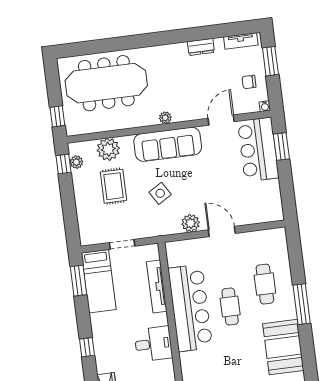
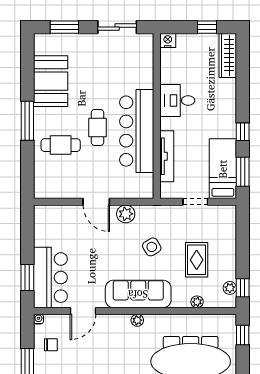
plant: (108, 149) -> (197, 302), width x0.53, depth x0.53
cafe table: (265, 284) -> (61, 145), turned 90
window: (87, 347) -> (243, 132), moved

